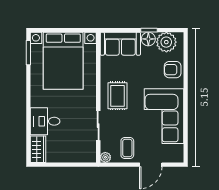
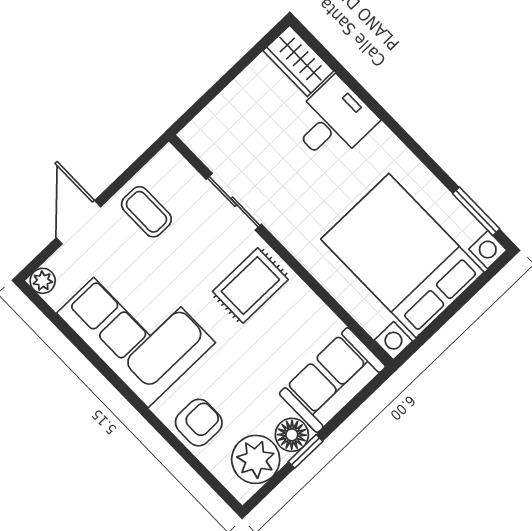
rug: (118, 96) -> (250, 285), turned 90
plant: (105, 157) -> (43, 281), moved

